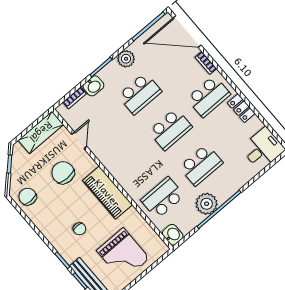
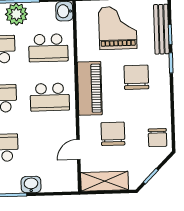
bookcase: (74, 98) -> (54, 187), removed
school desk: (132, 162) -> (50, 97), added
chair: (63, 173) -> (113, 134), turned 180
chair: (80, 229) -> (136, 77), width x1.87, depth x1.87

